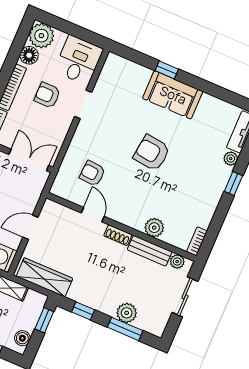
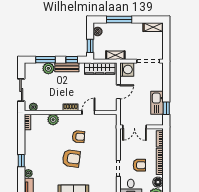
armchair: (92, 173) -> (78, 137), moved
door: (93, 215) -> (88, 113), swing flipped
bench: (150, 251) -> (67, 67), moved

